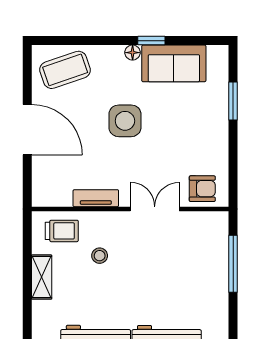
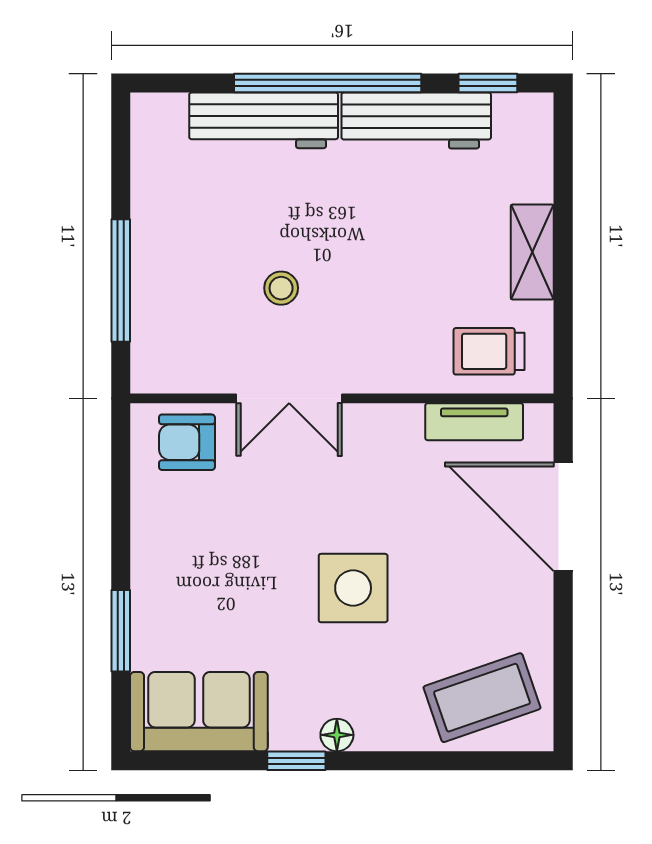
sofa: (174, 63) -> (199, 712), moved
door: (27, 130) -> (563, 517), moved
tv unit: (96, 198) -> (474, 422), moved
stool: (100, 256) -> (281, 288), moved

